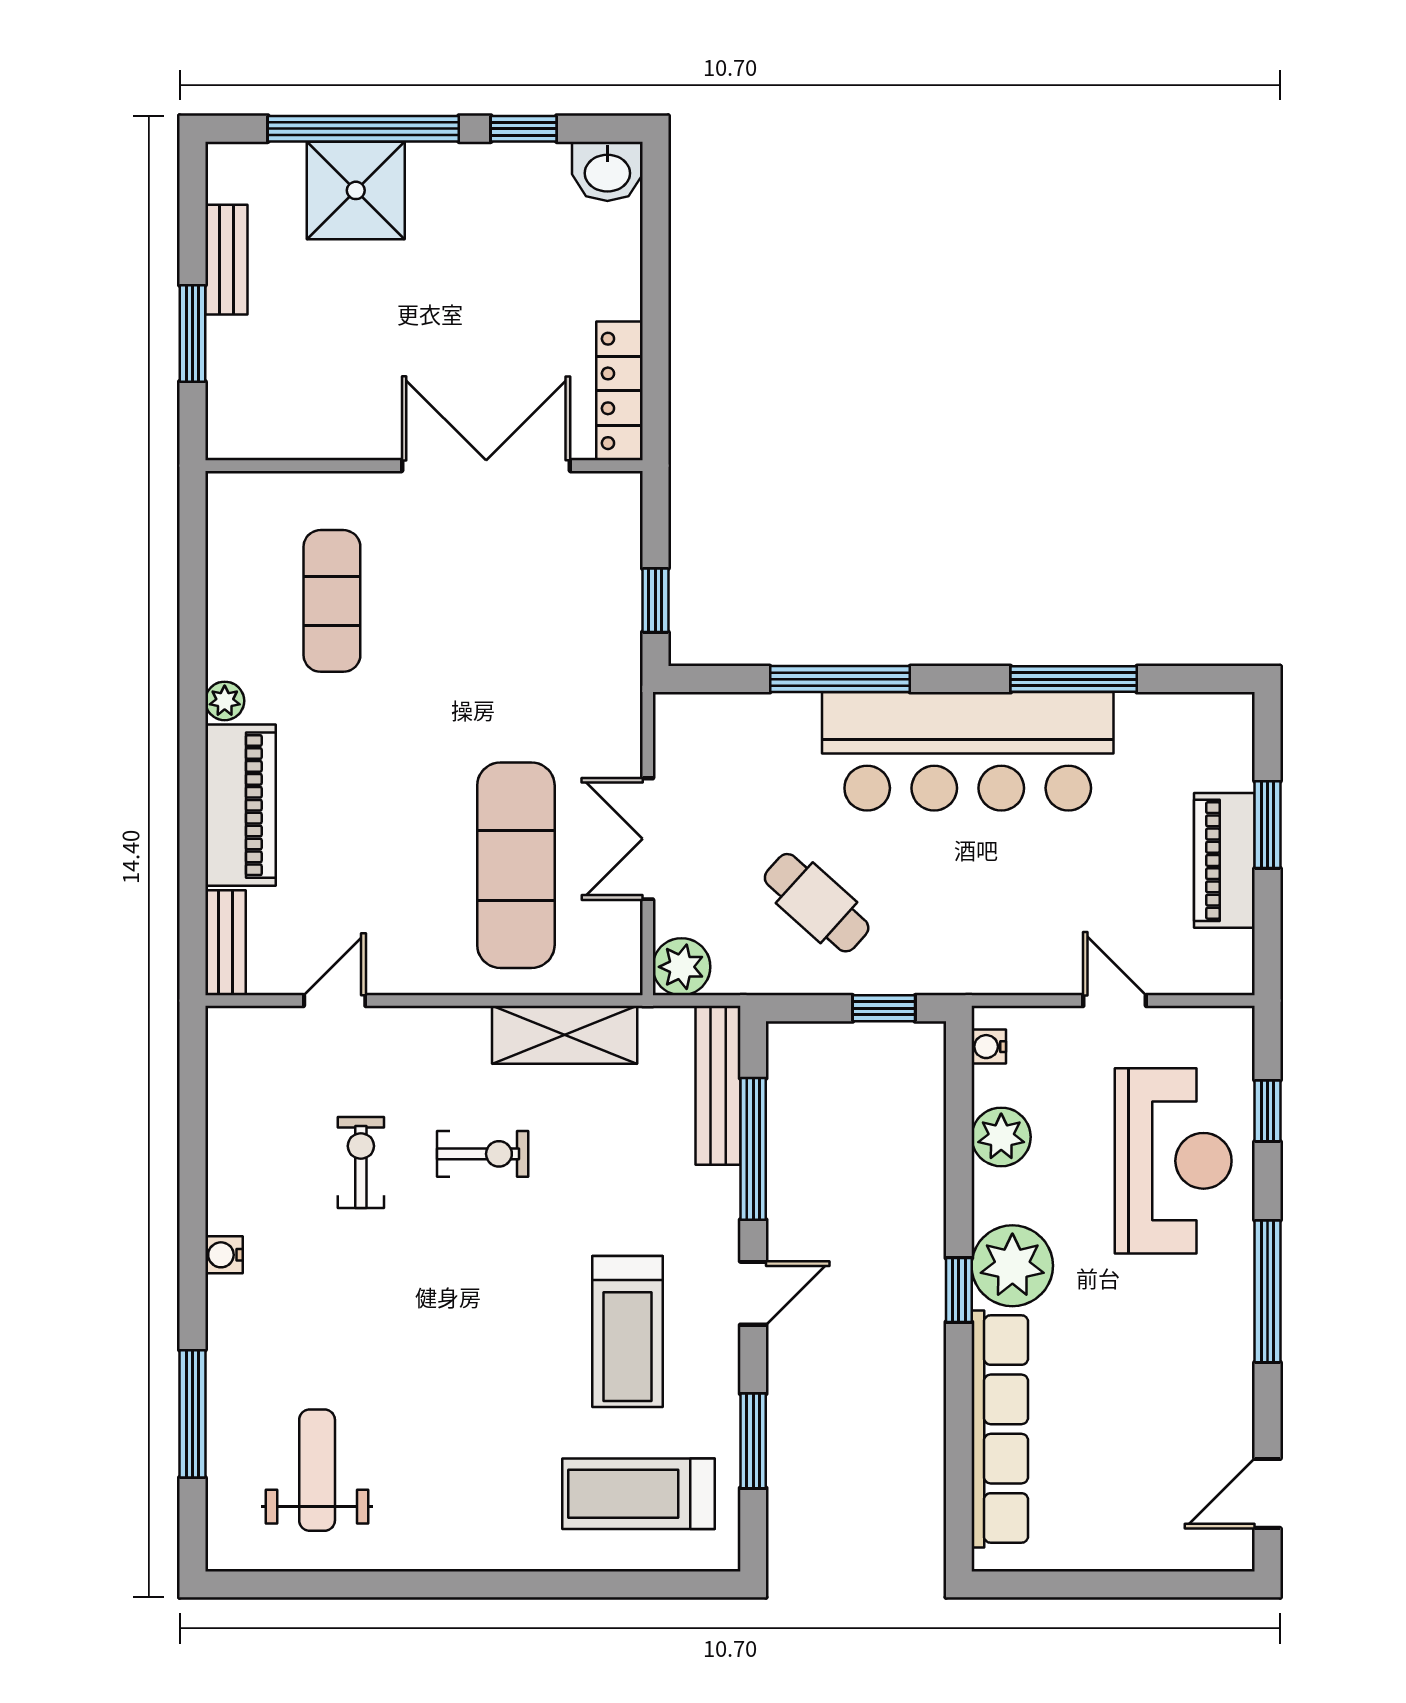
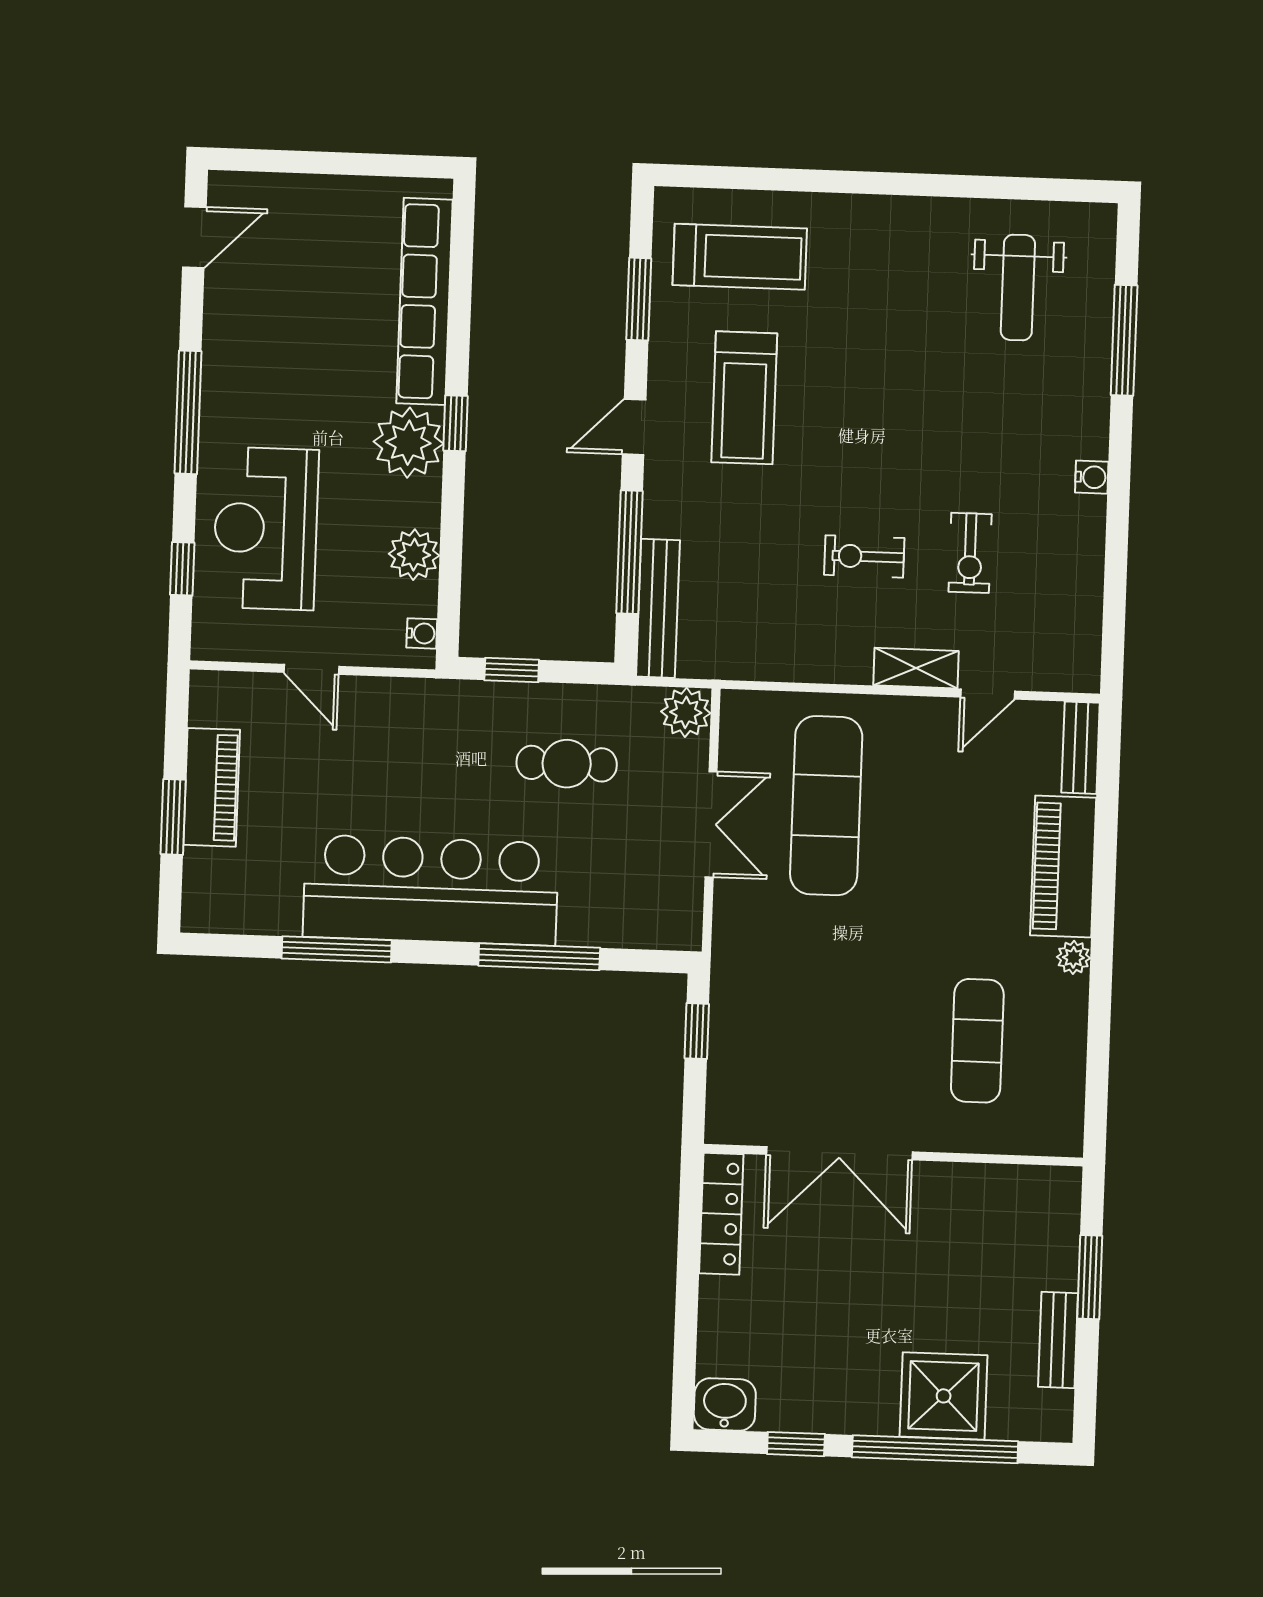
cafe table: (817, 903) -> (567, 764), turned -42
shelving: (565, 1035) -> (916, 668), moved, width x0.67, depth x0.75
treadmill: (628, 1332) -> (744, 398), turned 180

